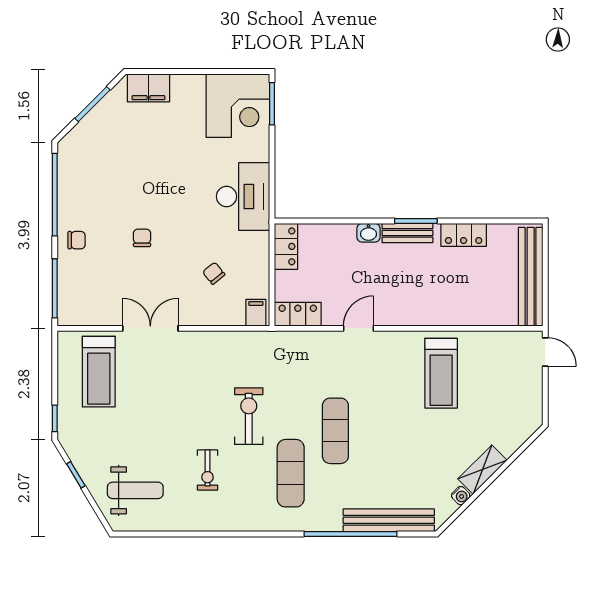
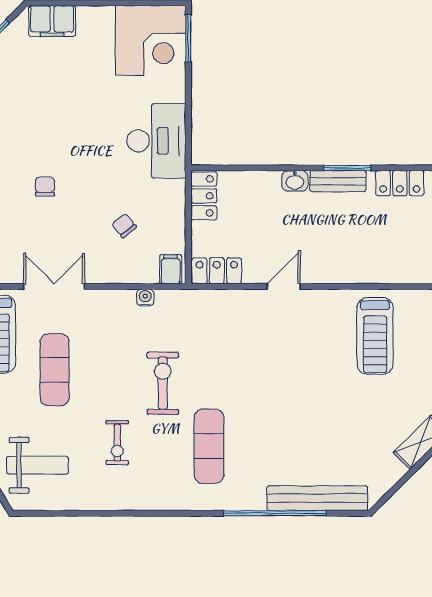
exercise mat: (335, 431) -> (55, 370), moved
water cooler: (461, 496) -> (145, 298), moved, turned -135

